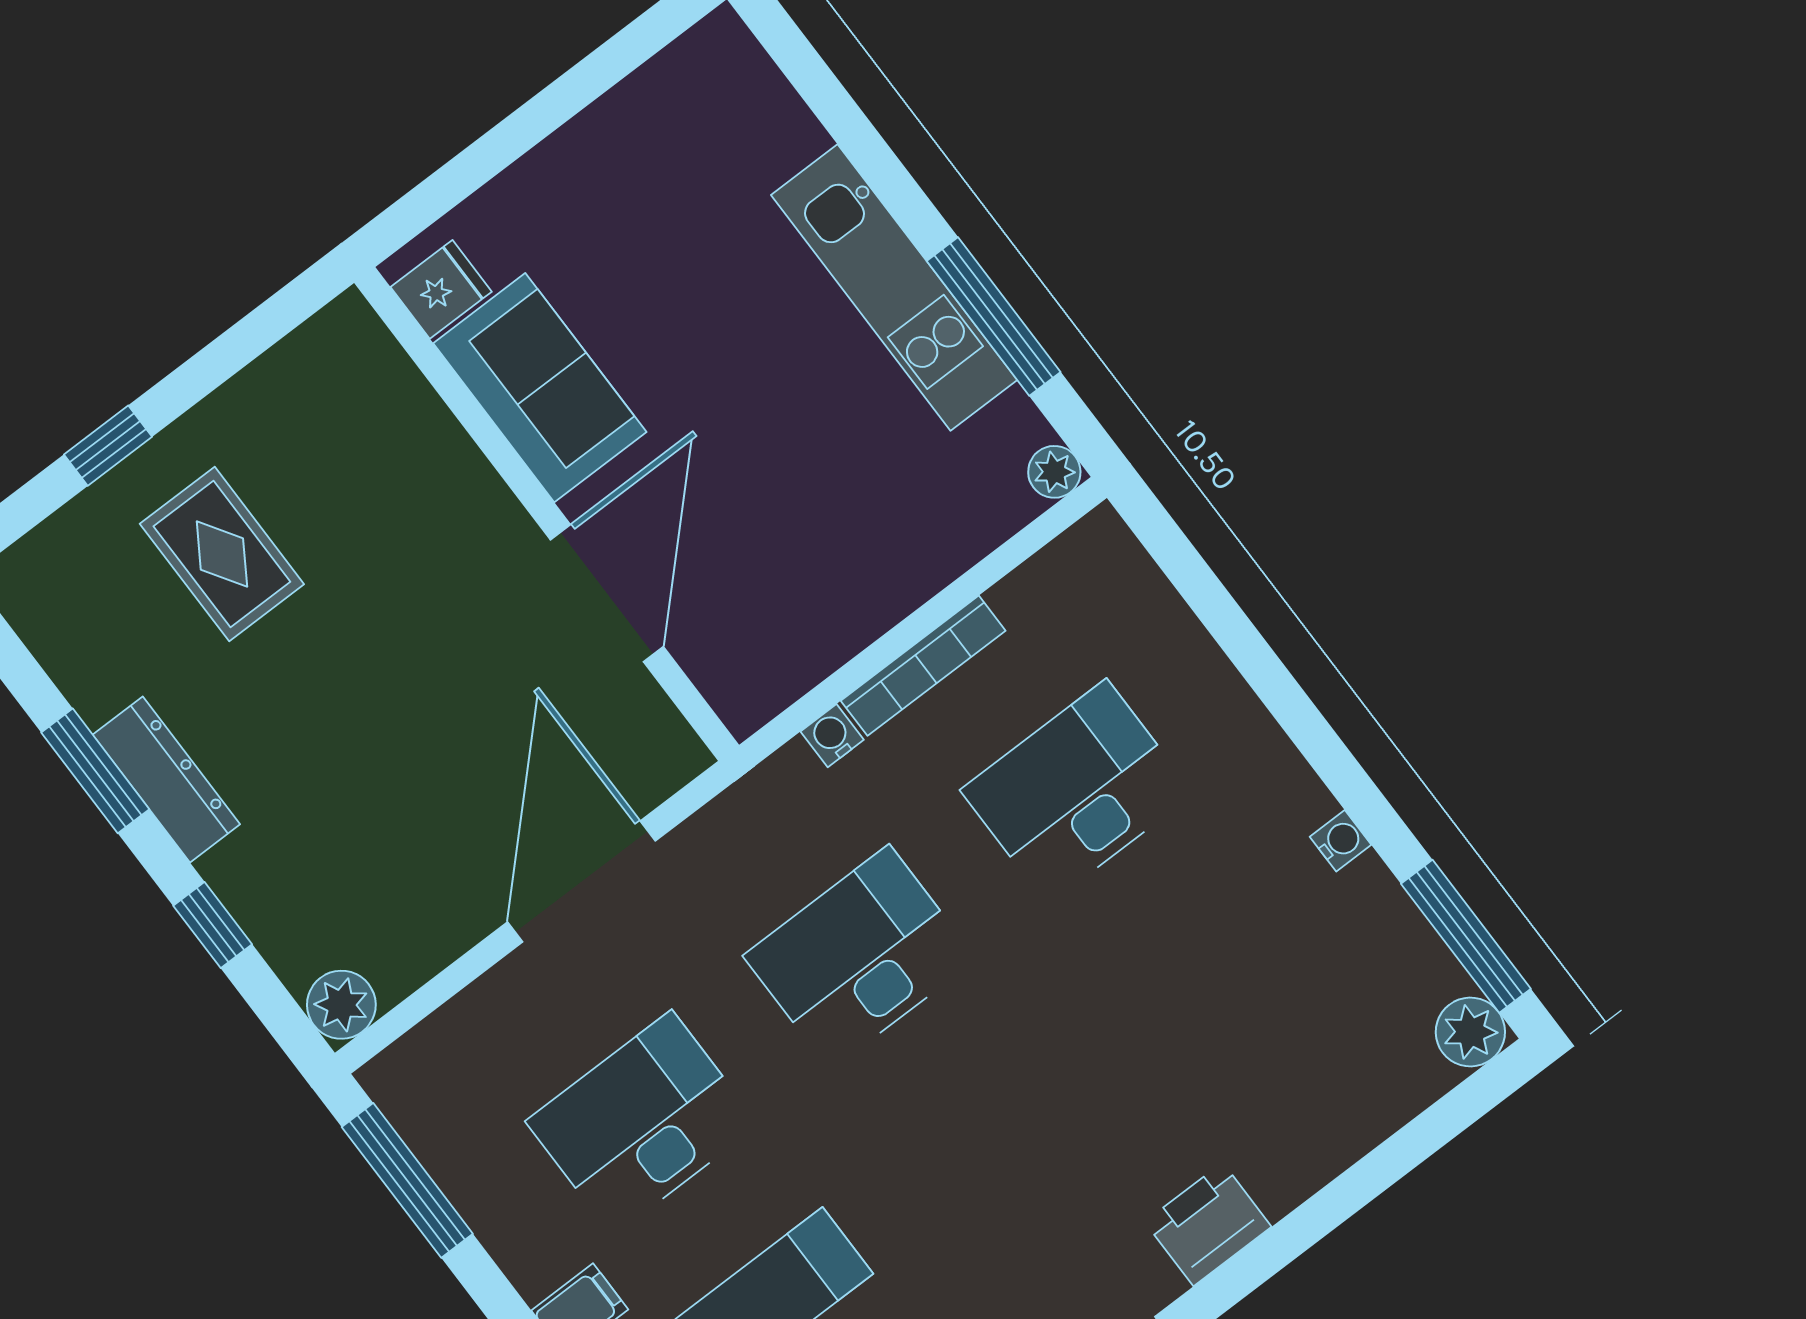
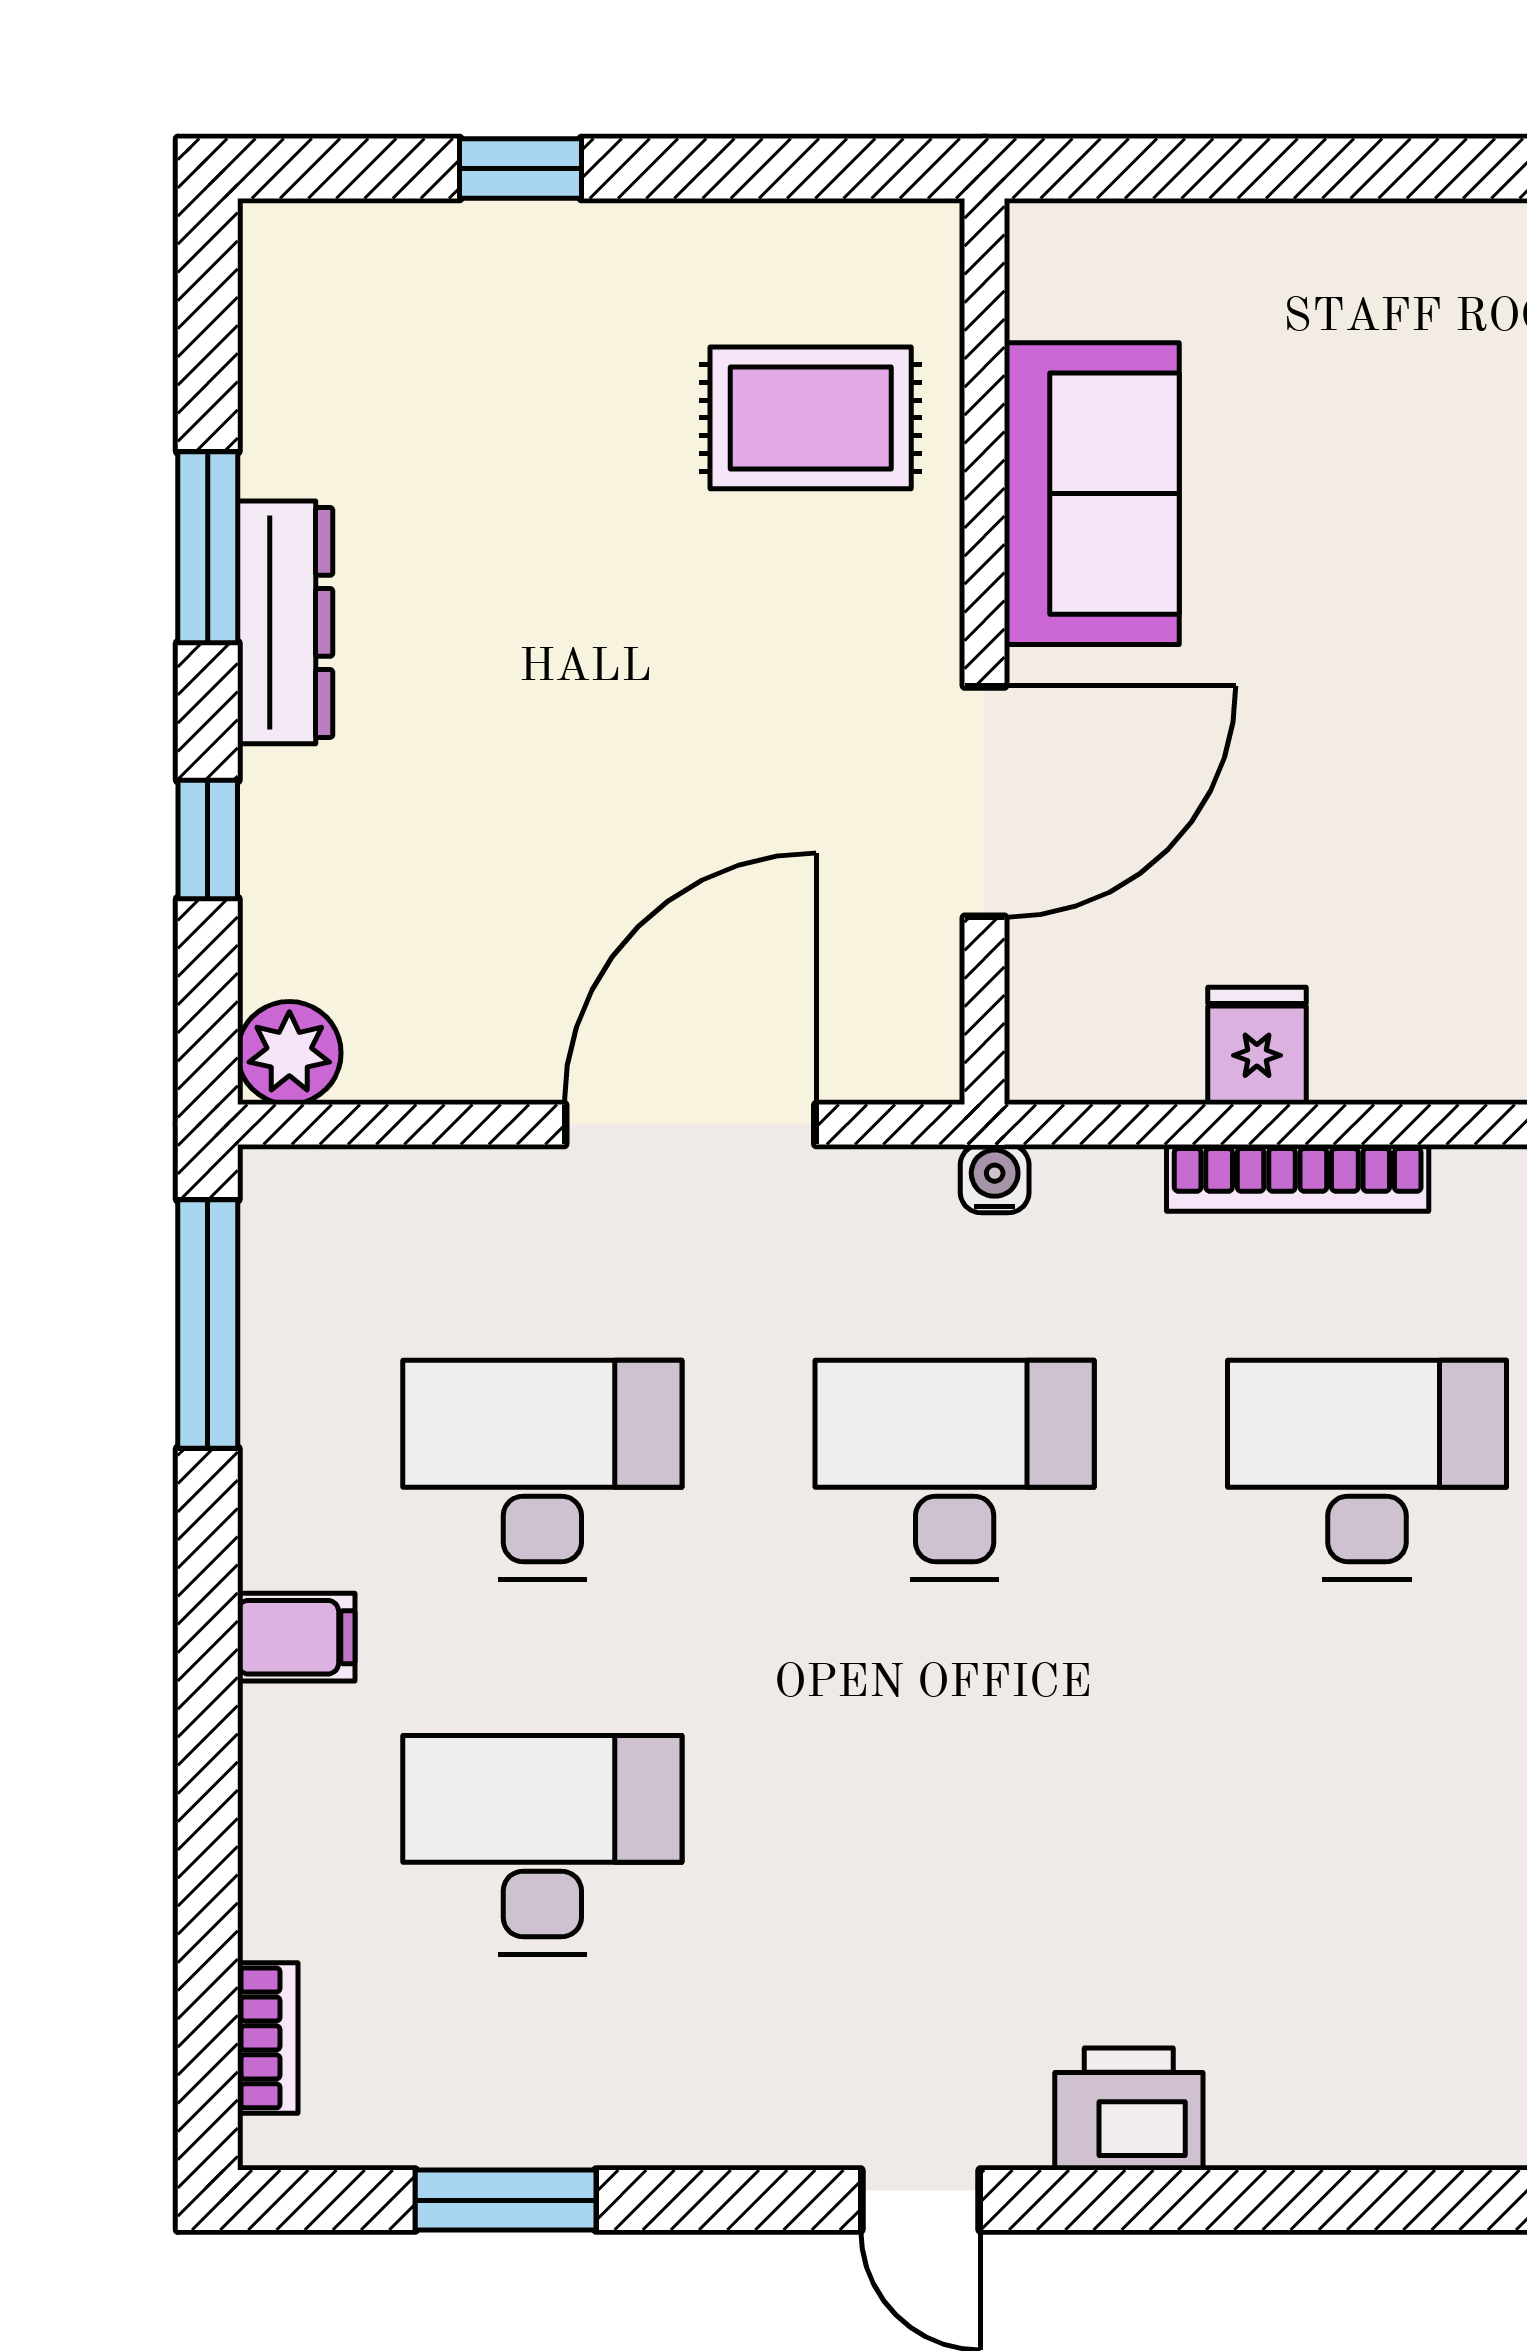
fridge: (441, 289) -> (1257, 1046), moved, turned -90
rug: (222, 554) -> (811, 418), moved, turned 90
water cooler: (832, 736) -> (995, 1179), moved

